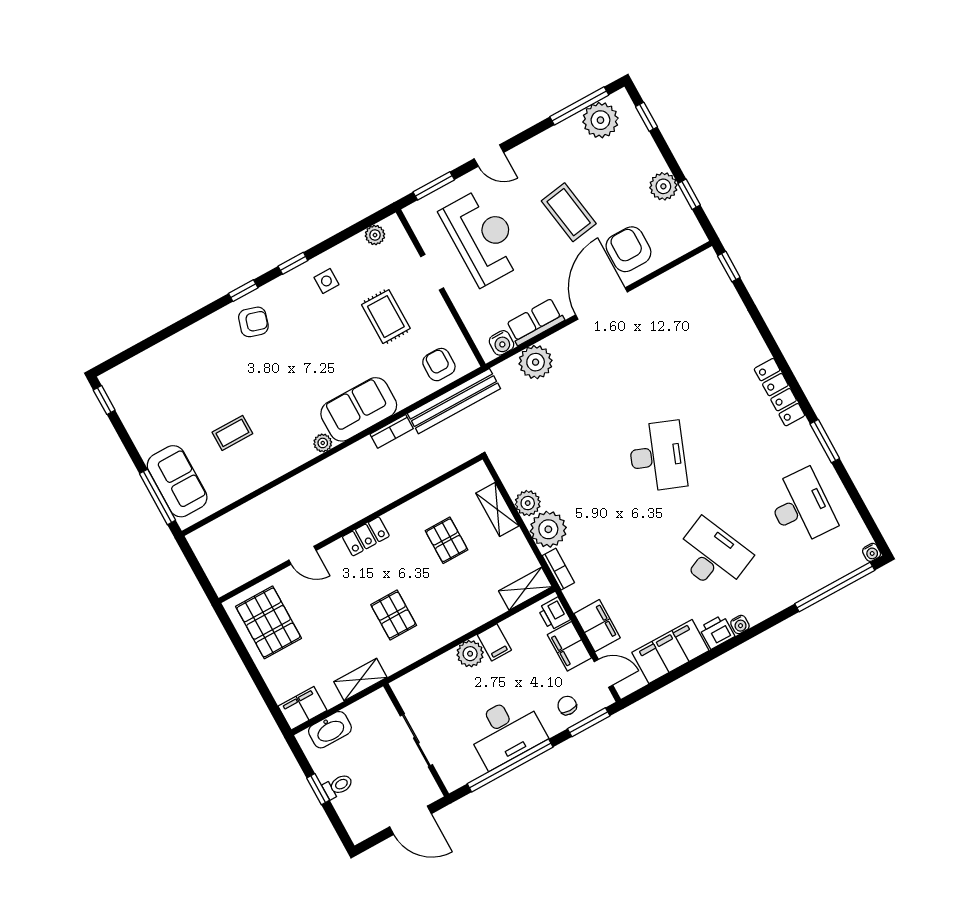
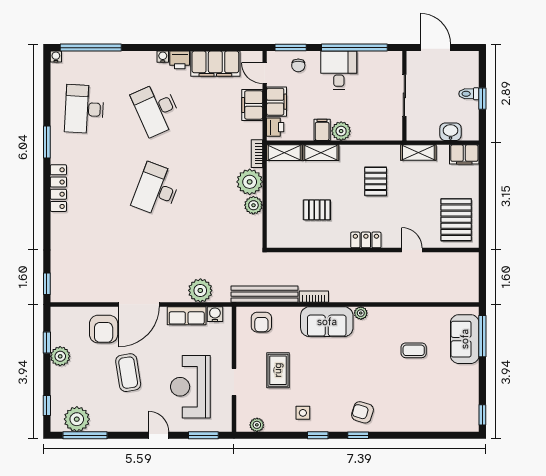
shelving: (497, 509) -> (321, 153), moved, turned 90
pallet: (446, 540) -> (317, 210), turned 90
washbasin: (330, 730) -> (451, 132), width x0.72
desk: (506, 731) -> (339, 70), width x0.73

